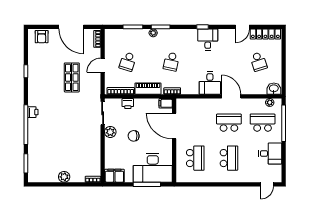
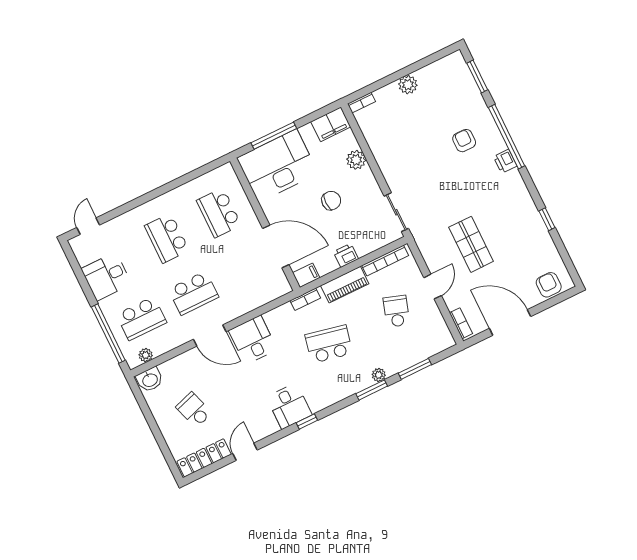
school desk: (171, 62) -> (329, 344), width x1.85
printer: (128, 104) -> (346, 255), moved
plant: (110, 132) -> (356, 160), moved
armchair: (49, 133) -> (464, 141), added

